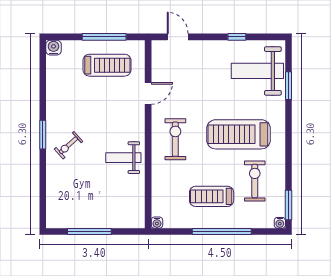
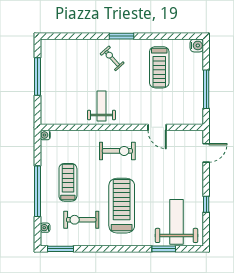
treadmill: (107, 65) -> (159, 67), moved
exercise bike: (255, 181) -> (81, 220), turned 180
water cooler: (280, 223) -> (45, 228), moved

